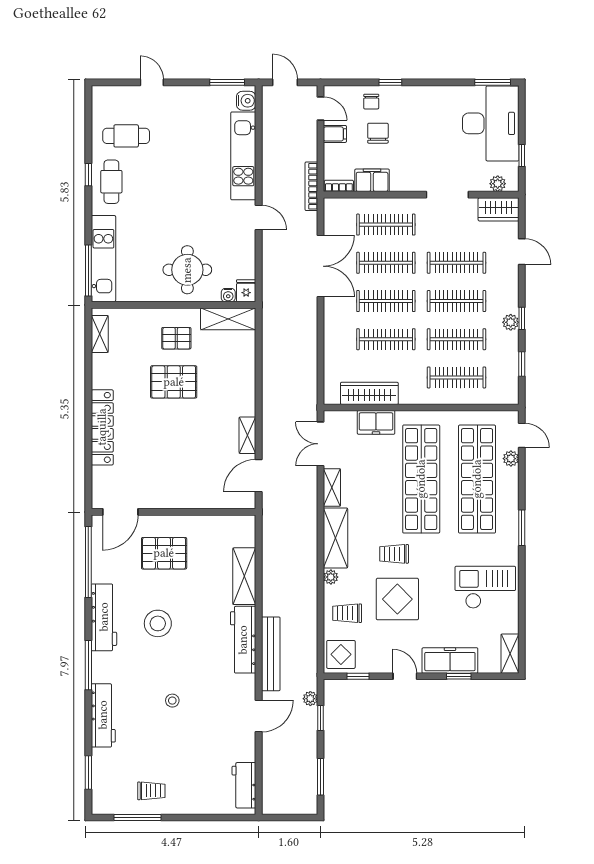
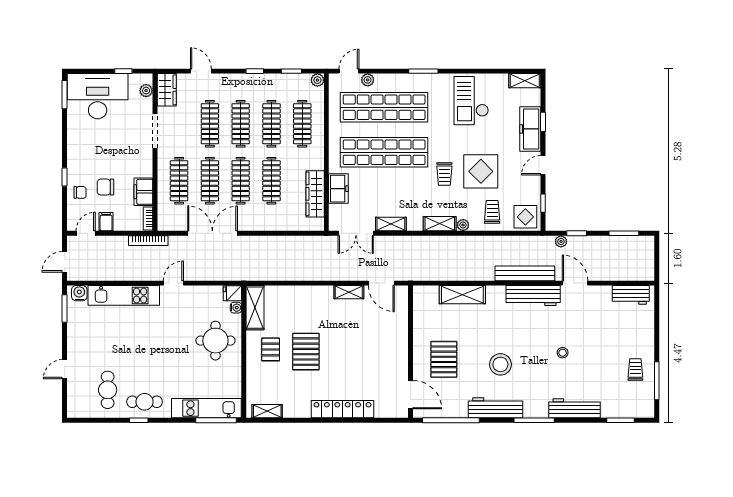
door: (522, 252) -> (201, 71), hinge flipped
plant: (511, 322) -> (317, 80), moved
shelving: (335, 538) -> (440, 224), width x0.67, depth x0.75
trolley: (347, 613) -> (492, 212), turned 180
workbench: (243, 640) -> (533, 296), moved

